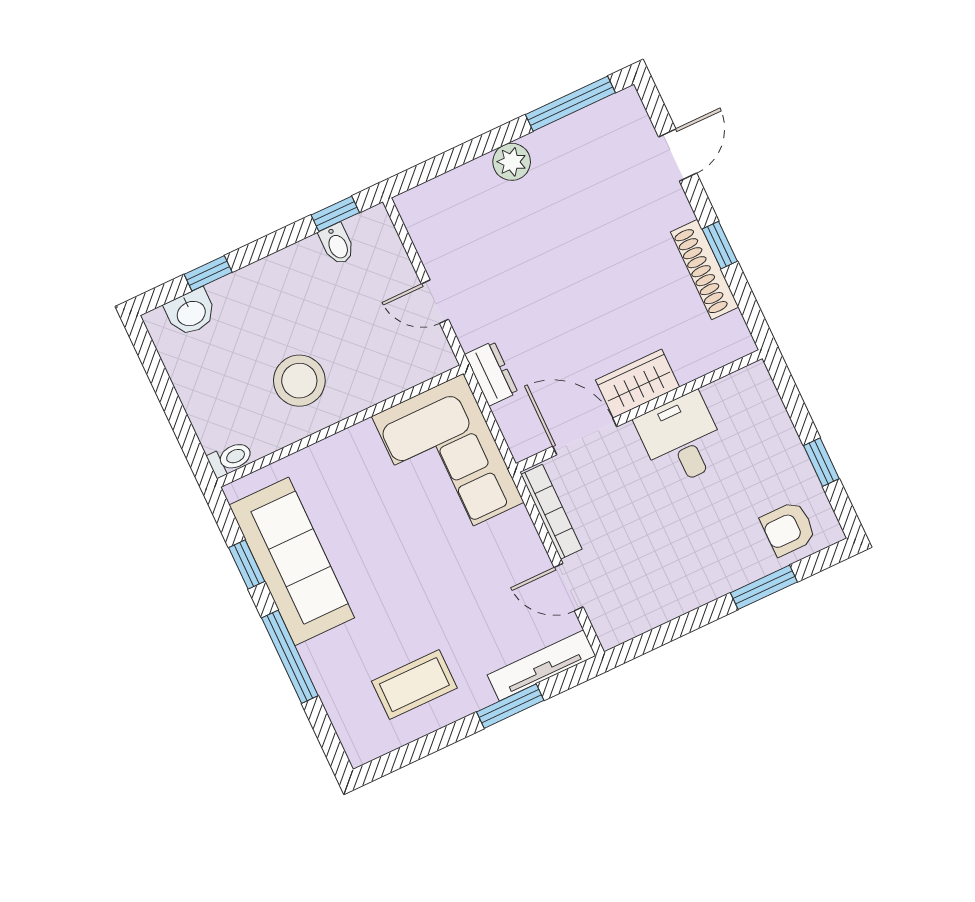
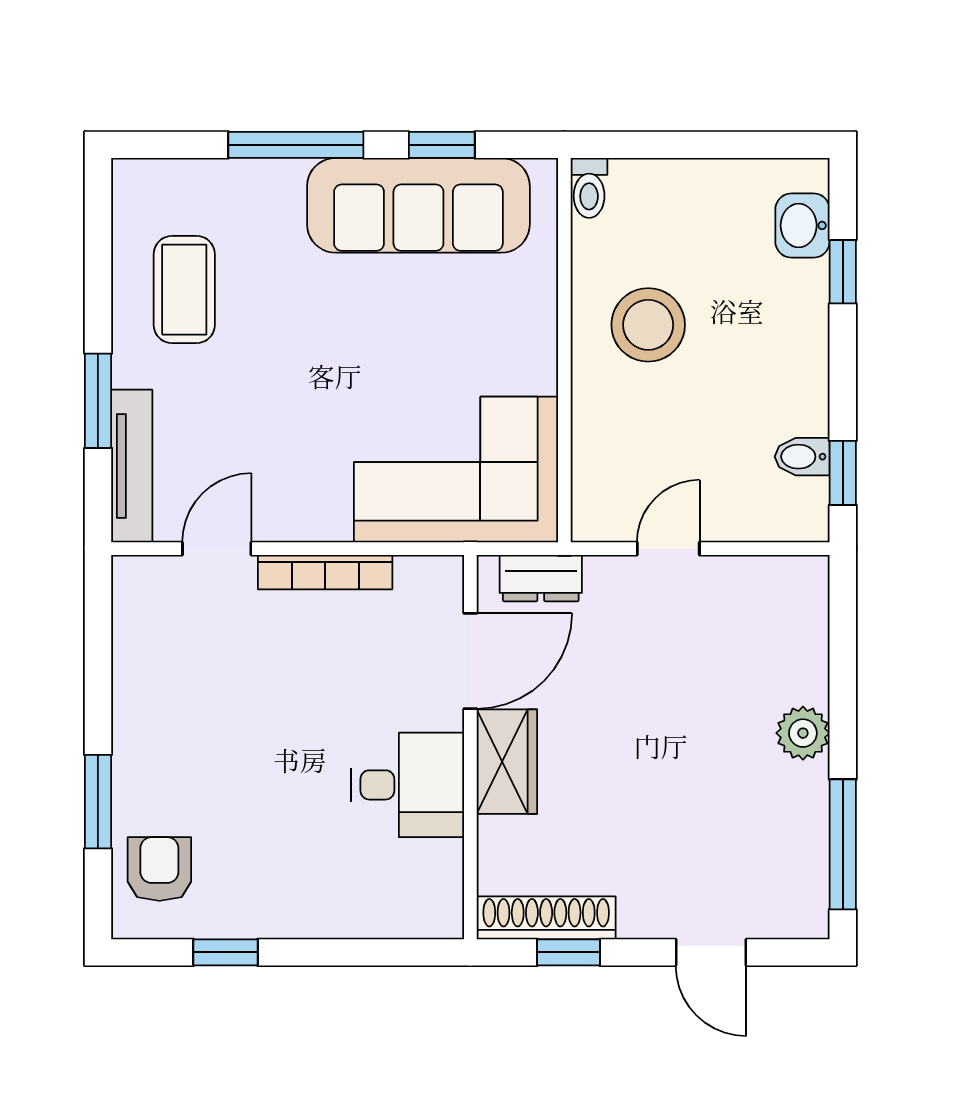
wardrobe: (638, 384) -> (507, 762), moved
wall: (639, 411) -> (470, 747), moved
door: (585, 436) -> (470, 661), moved
desk: (682, 439) -> (408, 785), moved

